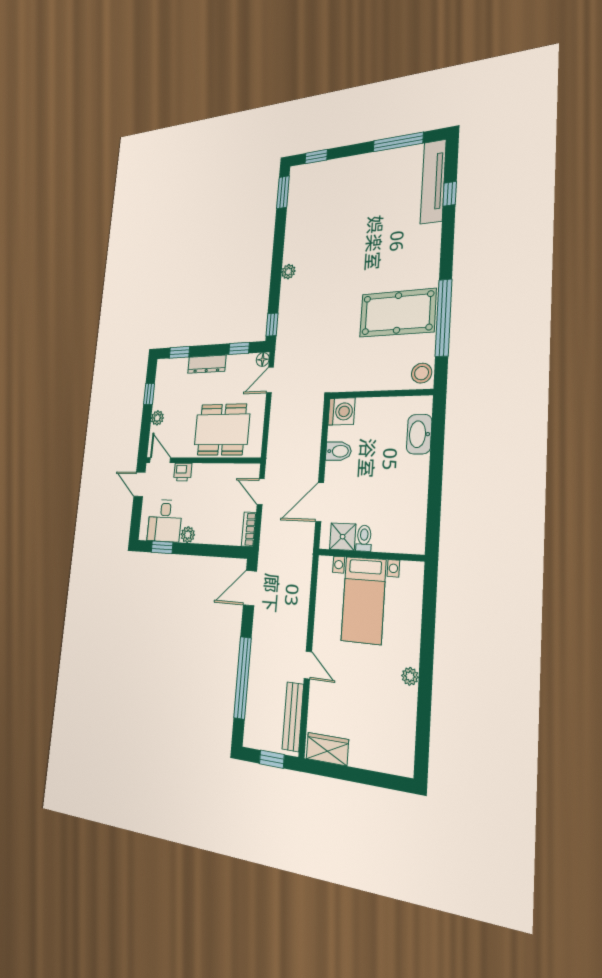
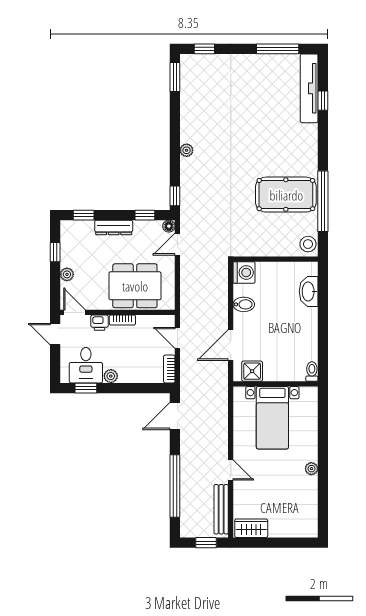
bookcase: (206, 469) -> (122, 320), added
toilet: (364, 538) -> (312, 372), moved

